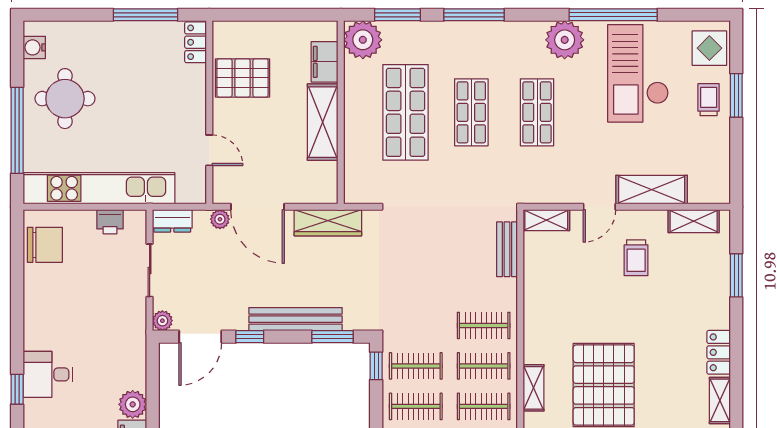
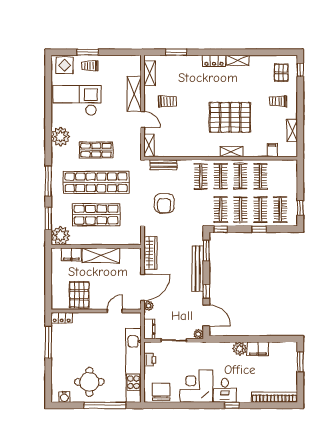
window: (613, 15) -> (48, 113), removed
checkout: (638, 73) -> (77, 100), turned 180
shop shelf: (471, 112) -> (96, 182), width x2.00, depth x1.36
armchair: (429, 251) -> (164, 203), added
corner desk: (56, 317) -> (196, 386), added

